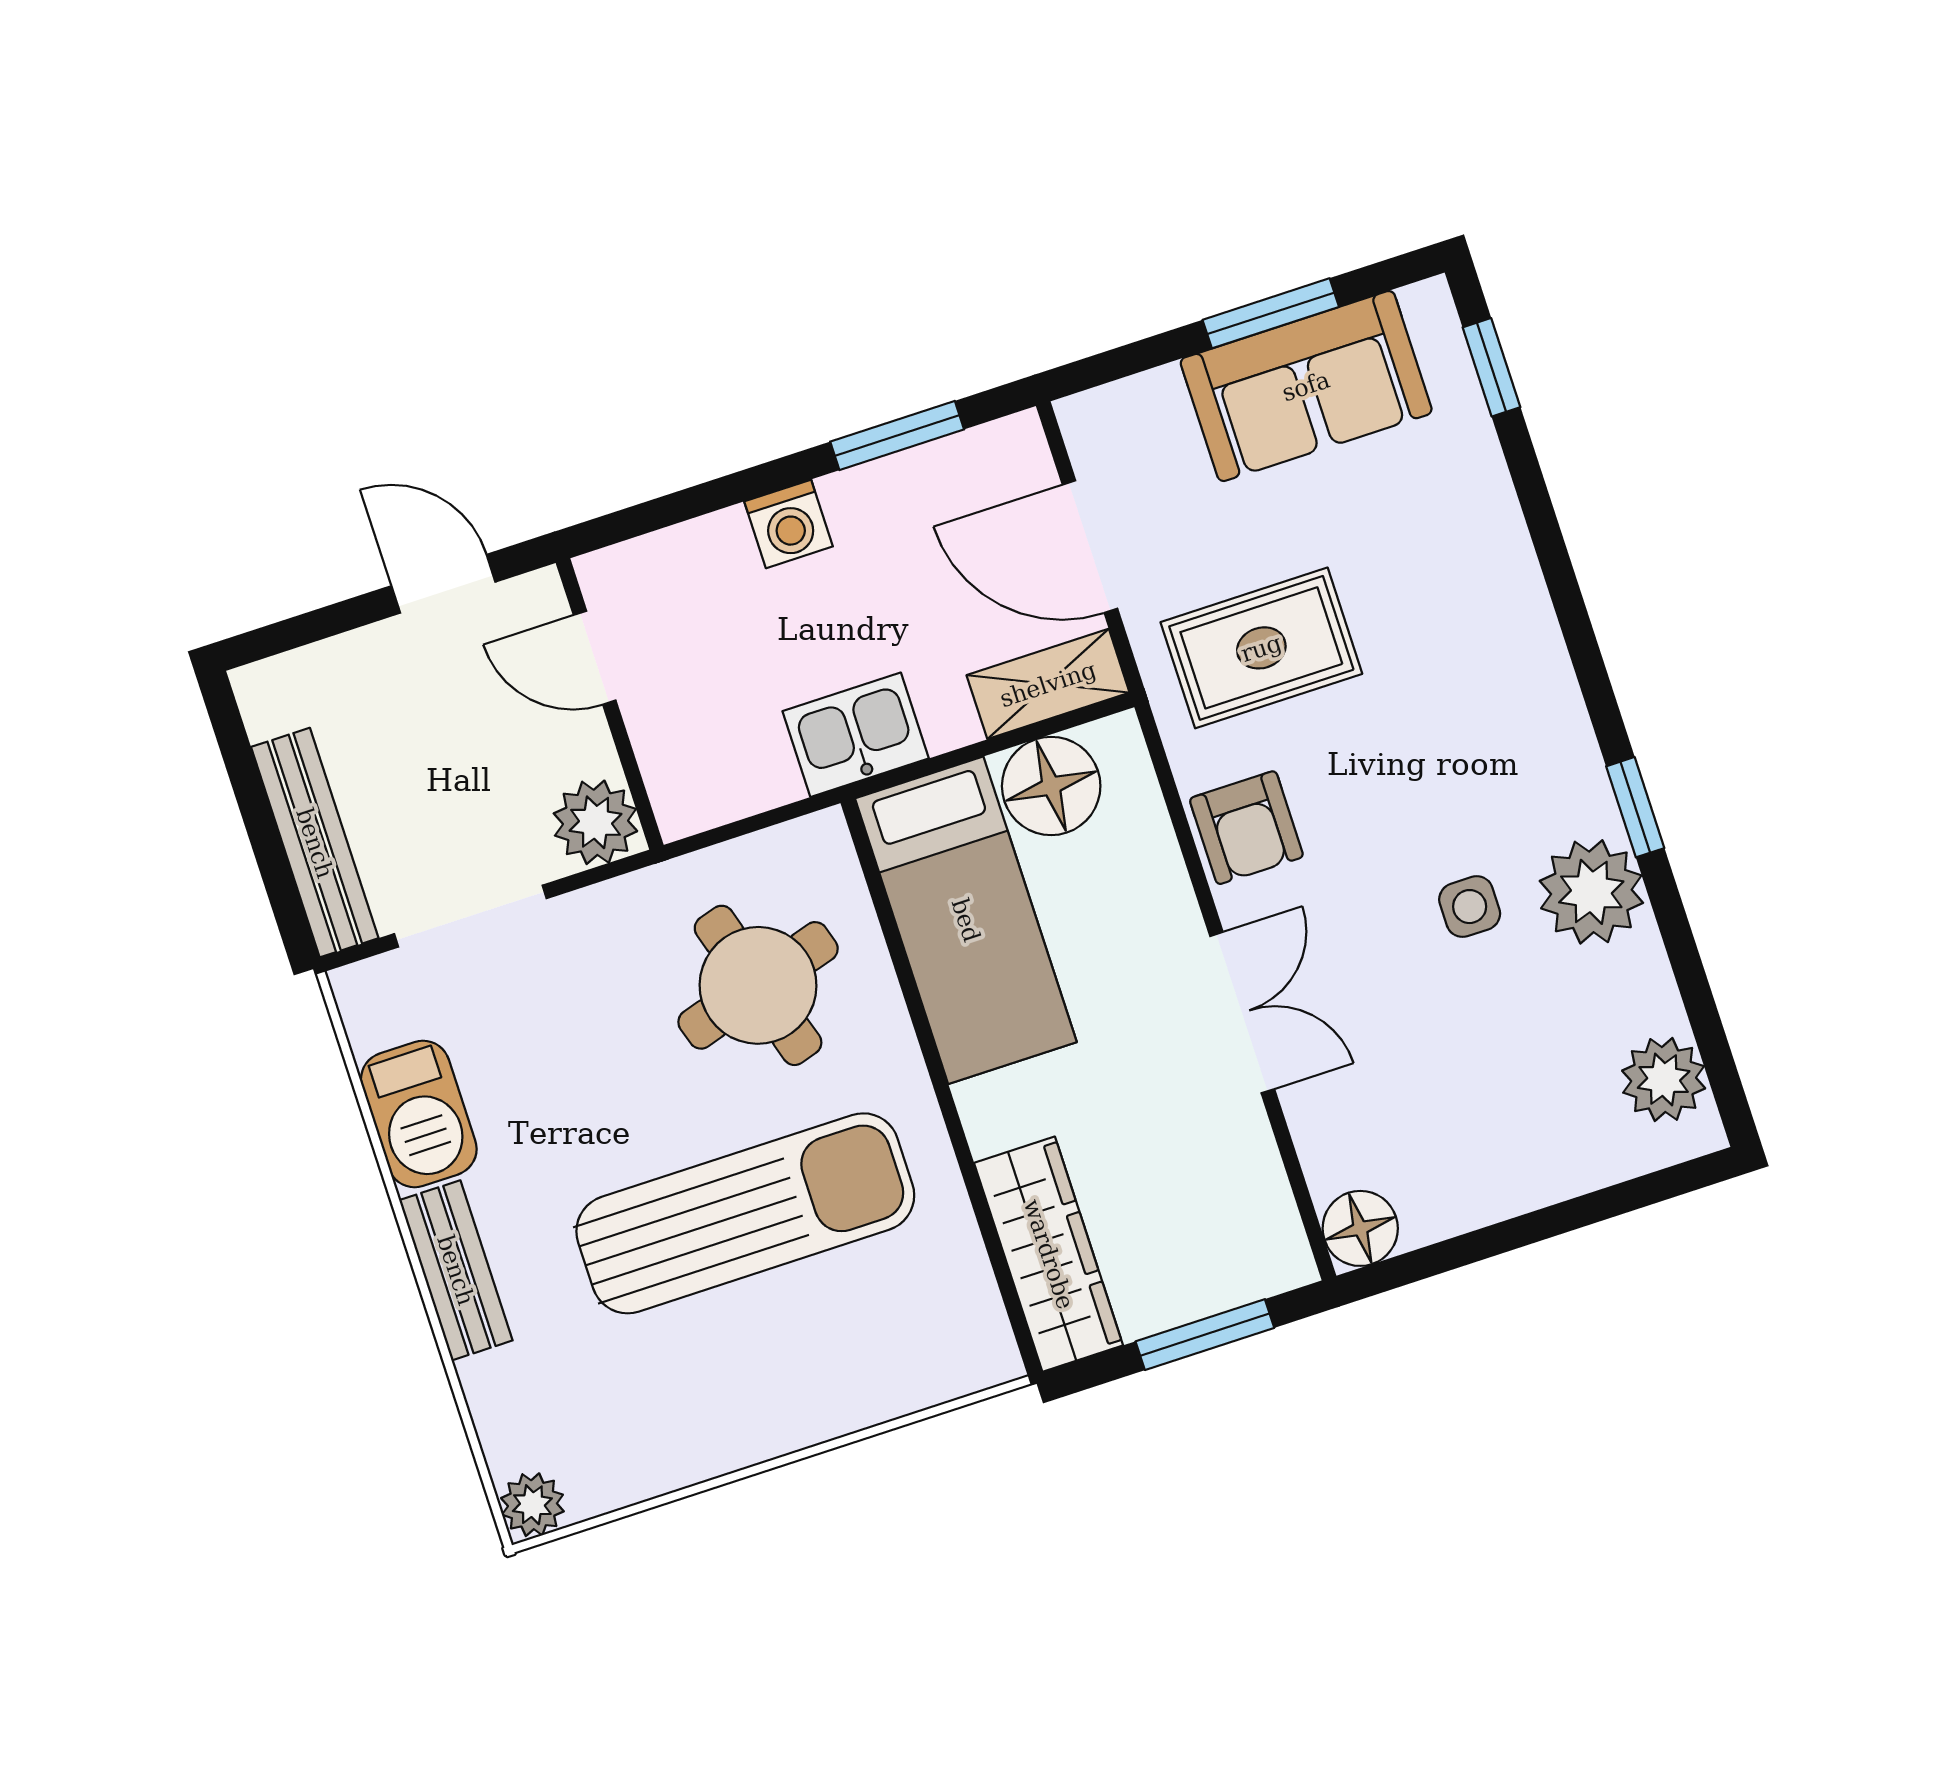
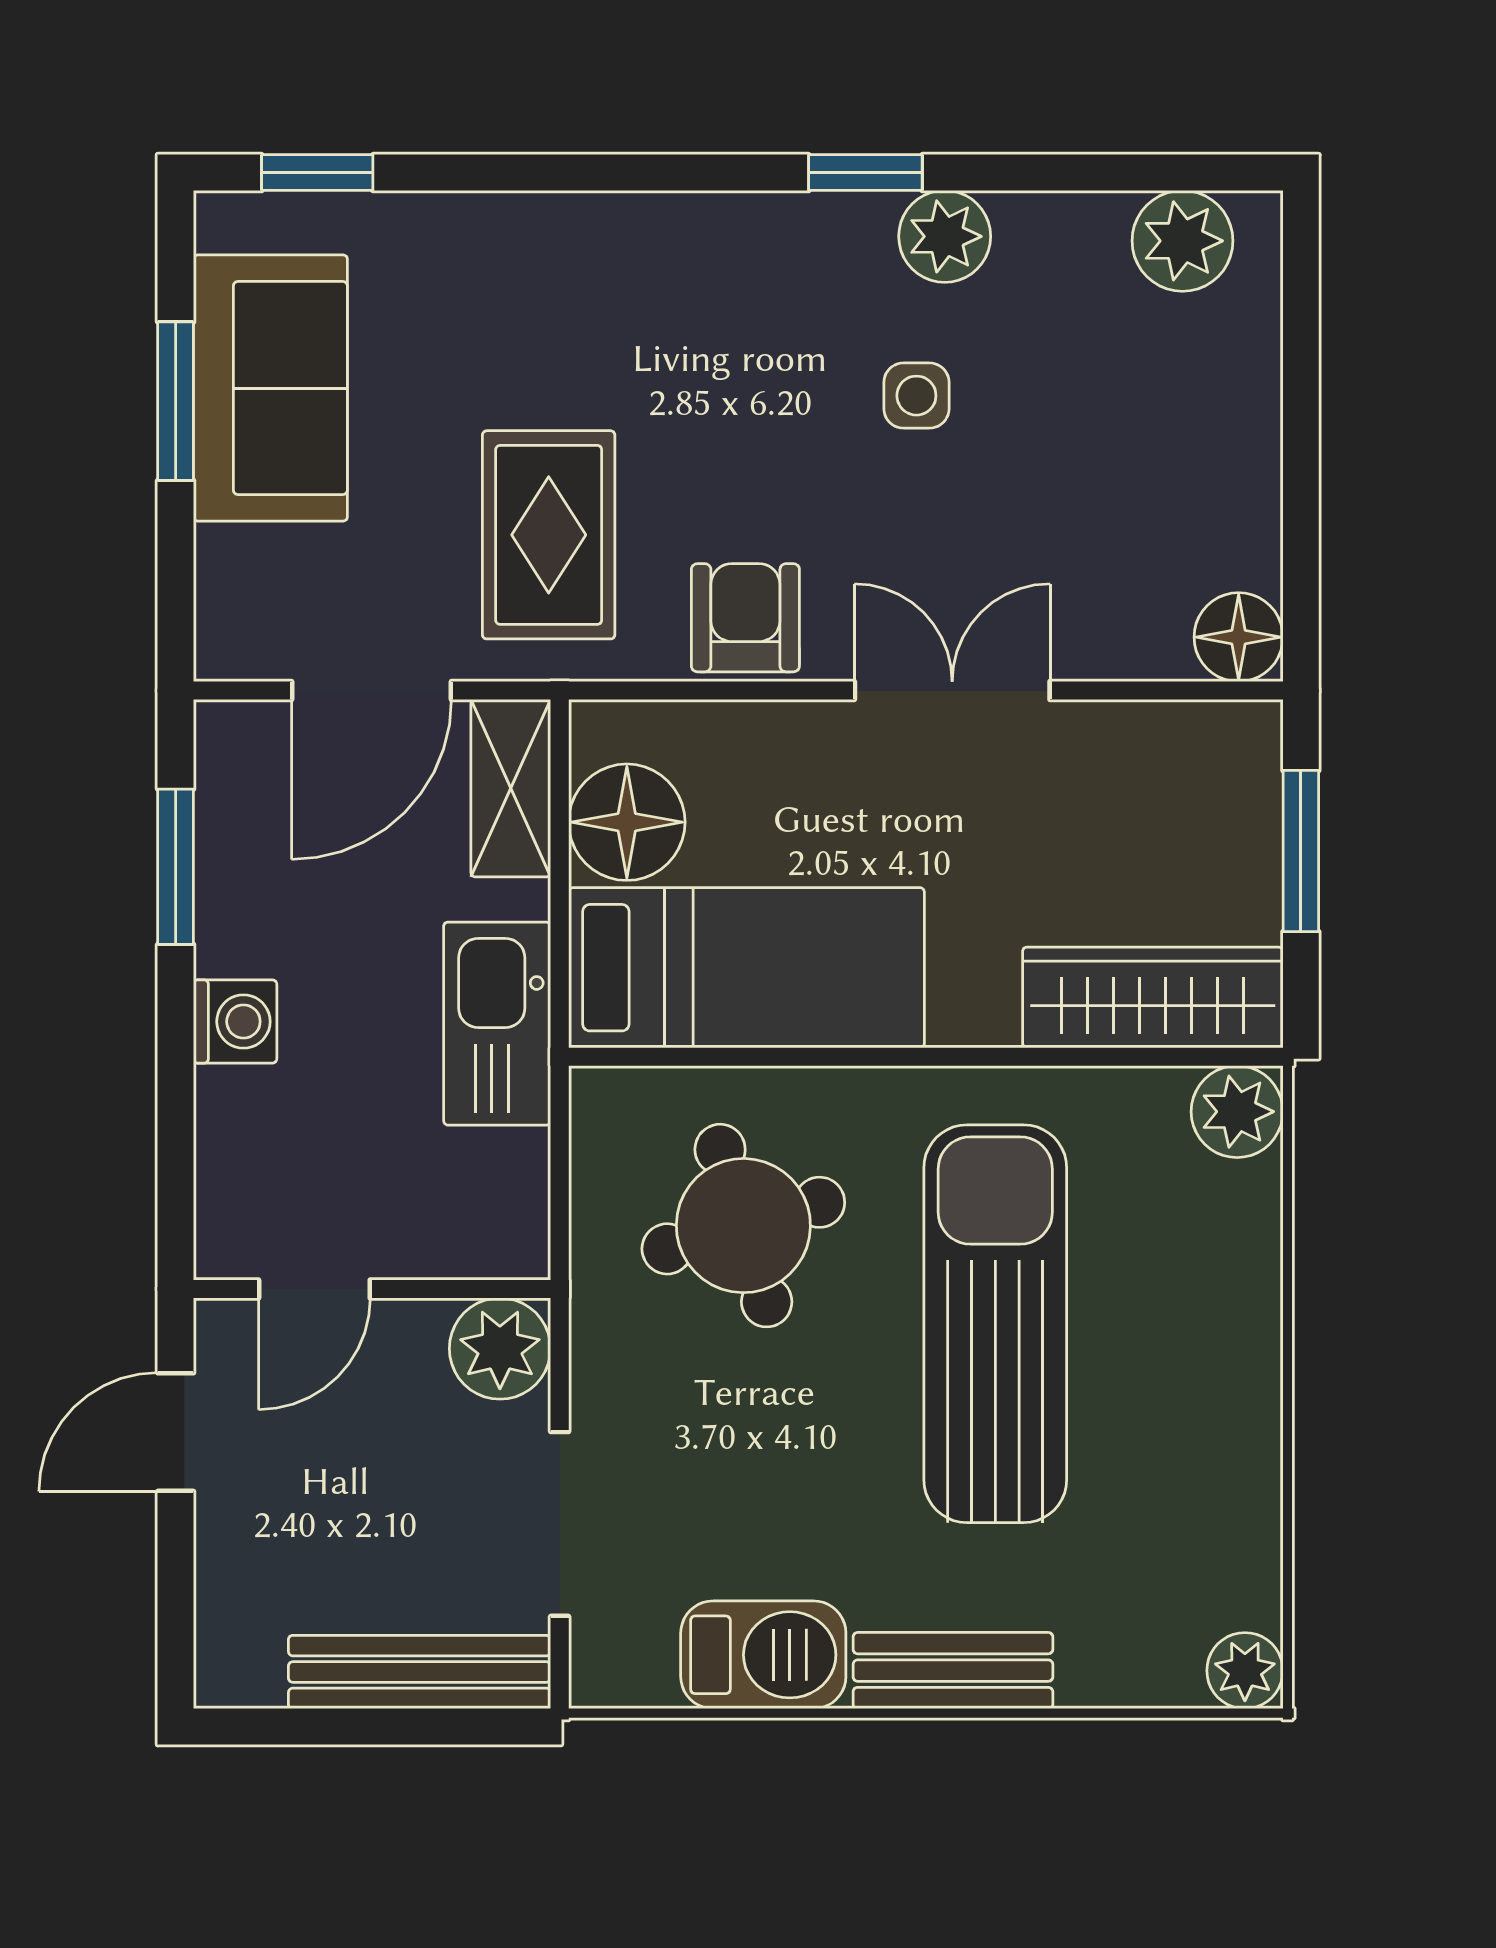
kitchen sink: (856, 735) -> (497, 1024), width x1.38
armchair: (1246, 828) -> (745, 618), turned -90
plant: (1591, 892) -> (945, 236), width x0.73, depth x0.73
plant: (979, 1352) -> (1237, 1112), added

